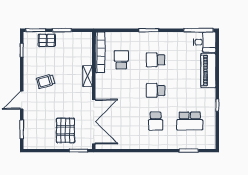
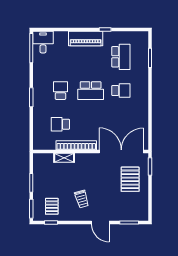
pallet: (47, 40) -> (52, 206), moved
bookcase: (100, 52) -> (76, 145), moved
school desk: (156, 60) -> (60, 91), turned 180
piano: (208, 71) -> (86, 39), moved
shelving: (87, 76) -> (64, 158), moved
school desk: (156, 90) -> (91, 91), width x1.85
pallet: (65, 130) -> (130, 179), turned 90

